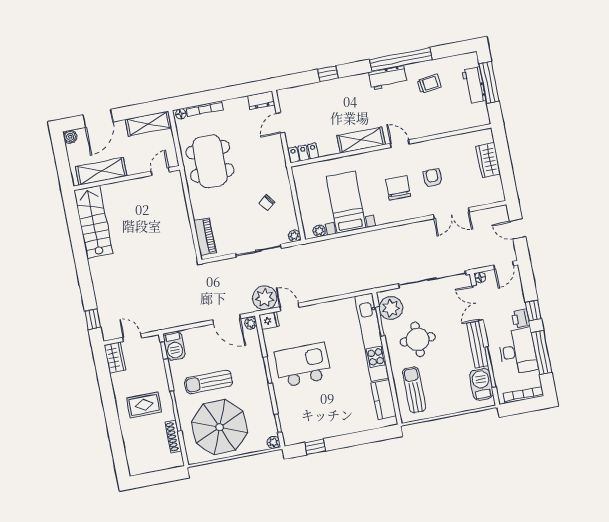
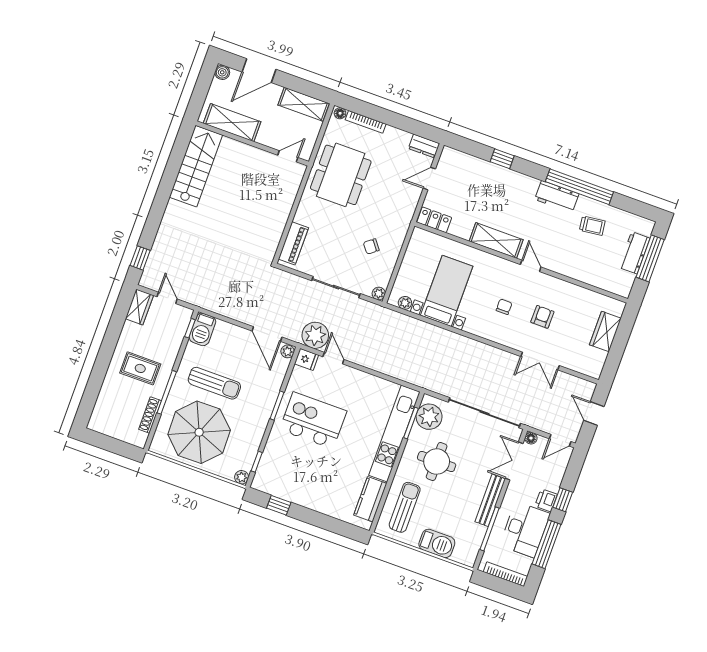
chair: (398, 188) -> (504, 307), width x0.54, depth x0.54
sun lounger: (209, 382) -> (214, 383), turned 180
barbecue: (481, 384) -> (437, 543), moved, turned 90

